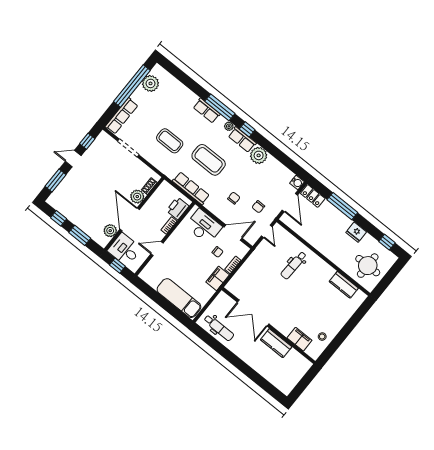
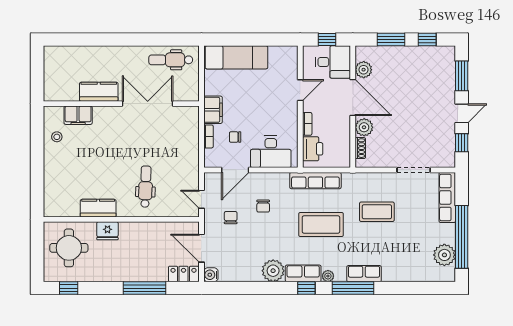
fridge: (356, 232) -> (107, 231), moved, turned 180
kitchen counter: (344, 285) -> (98, 208), moved

